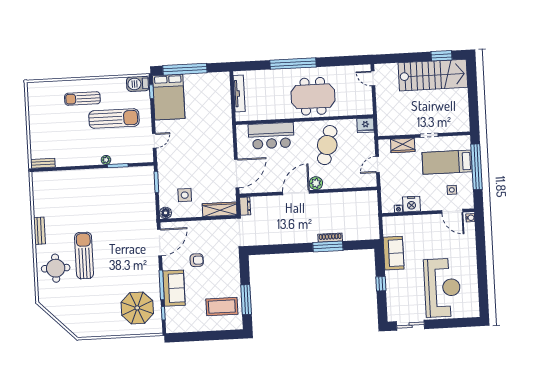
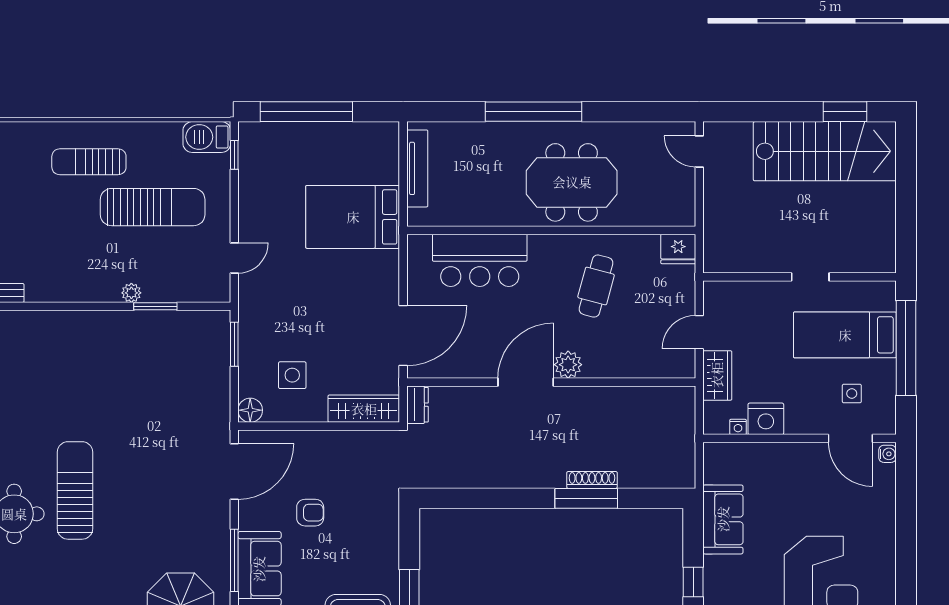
bed: (169, 97) -> (353, 217), moved, turned 90
cafe table: (327, 145) -> (596, 286), width x0.73, depth x0.74
wardrobe: (403, 145) -> (717, 375), moved, turned -90

